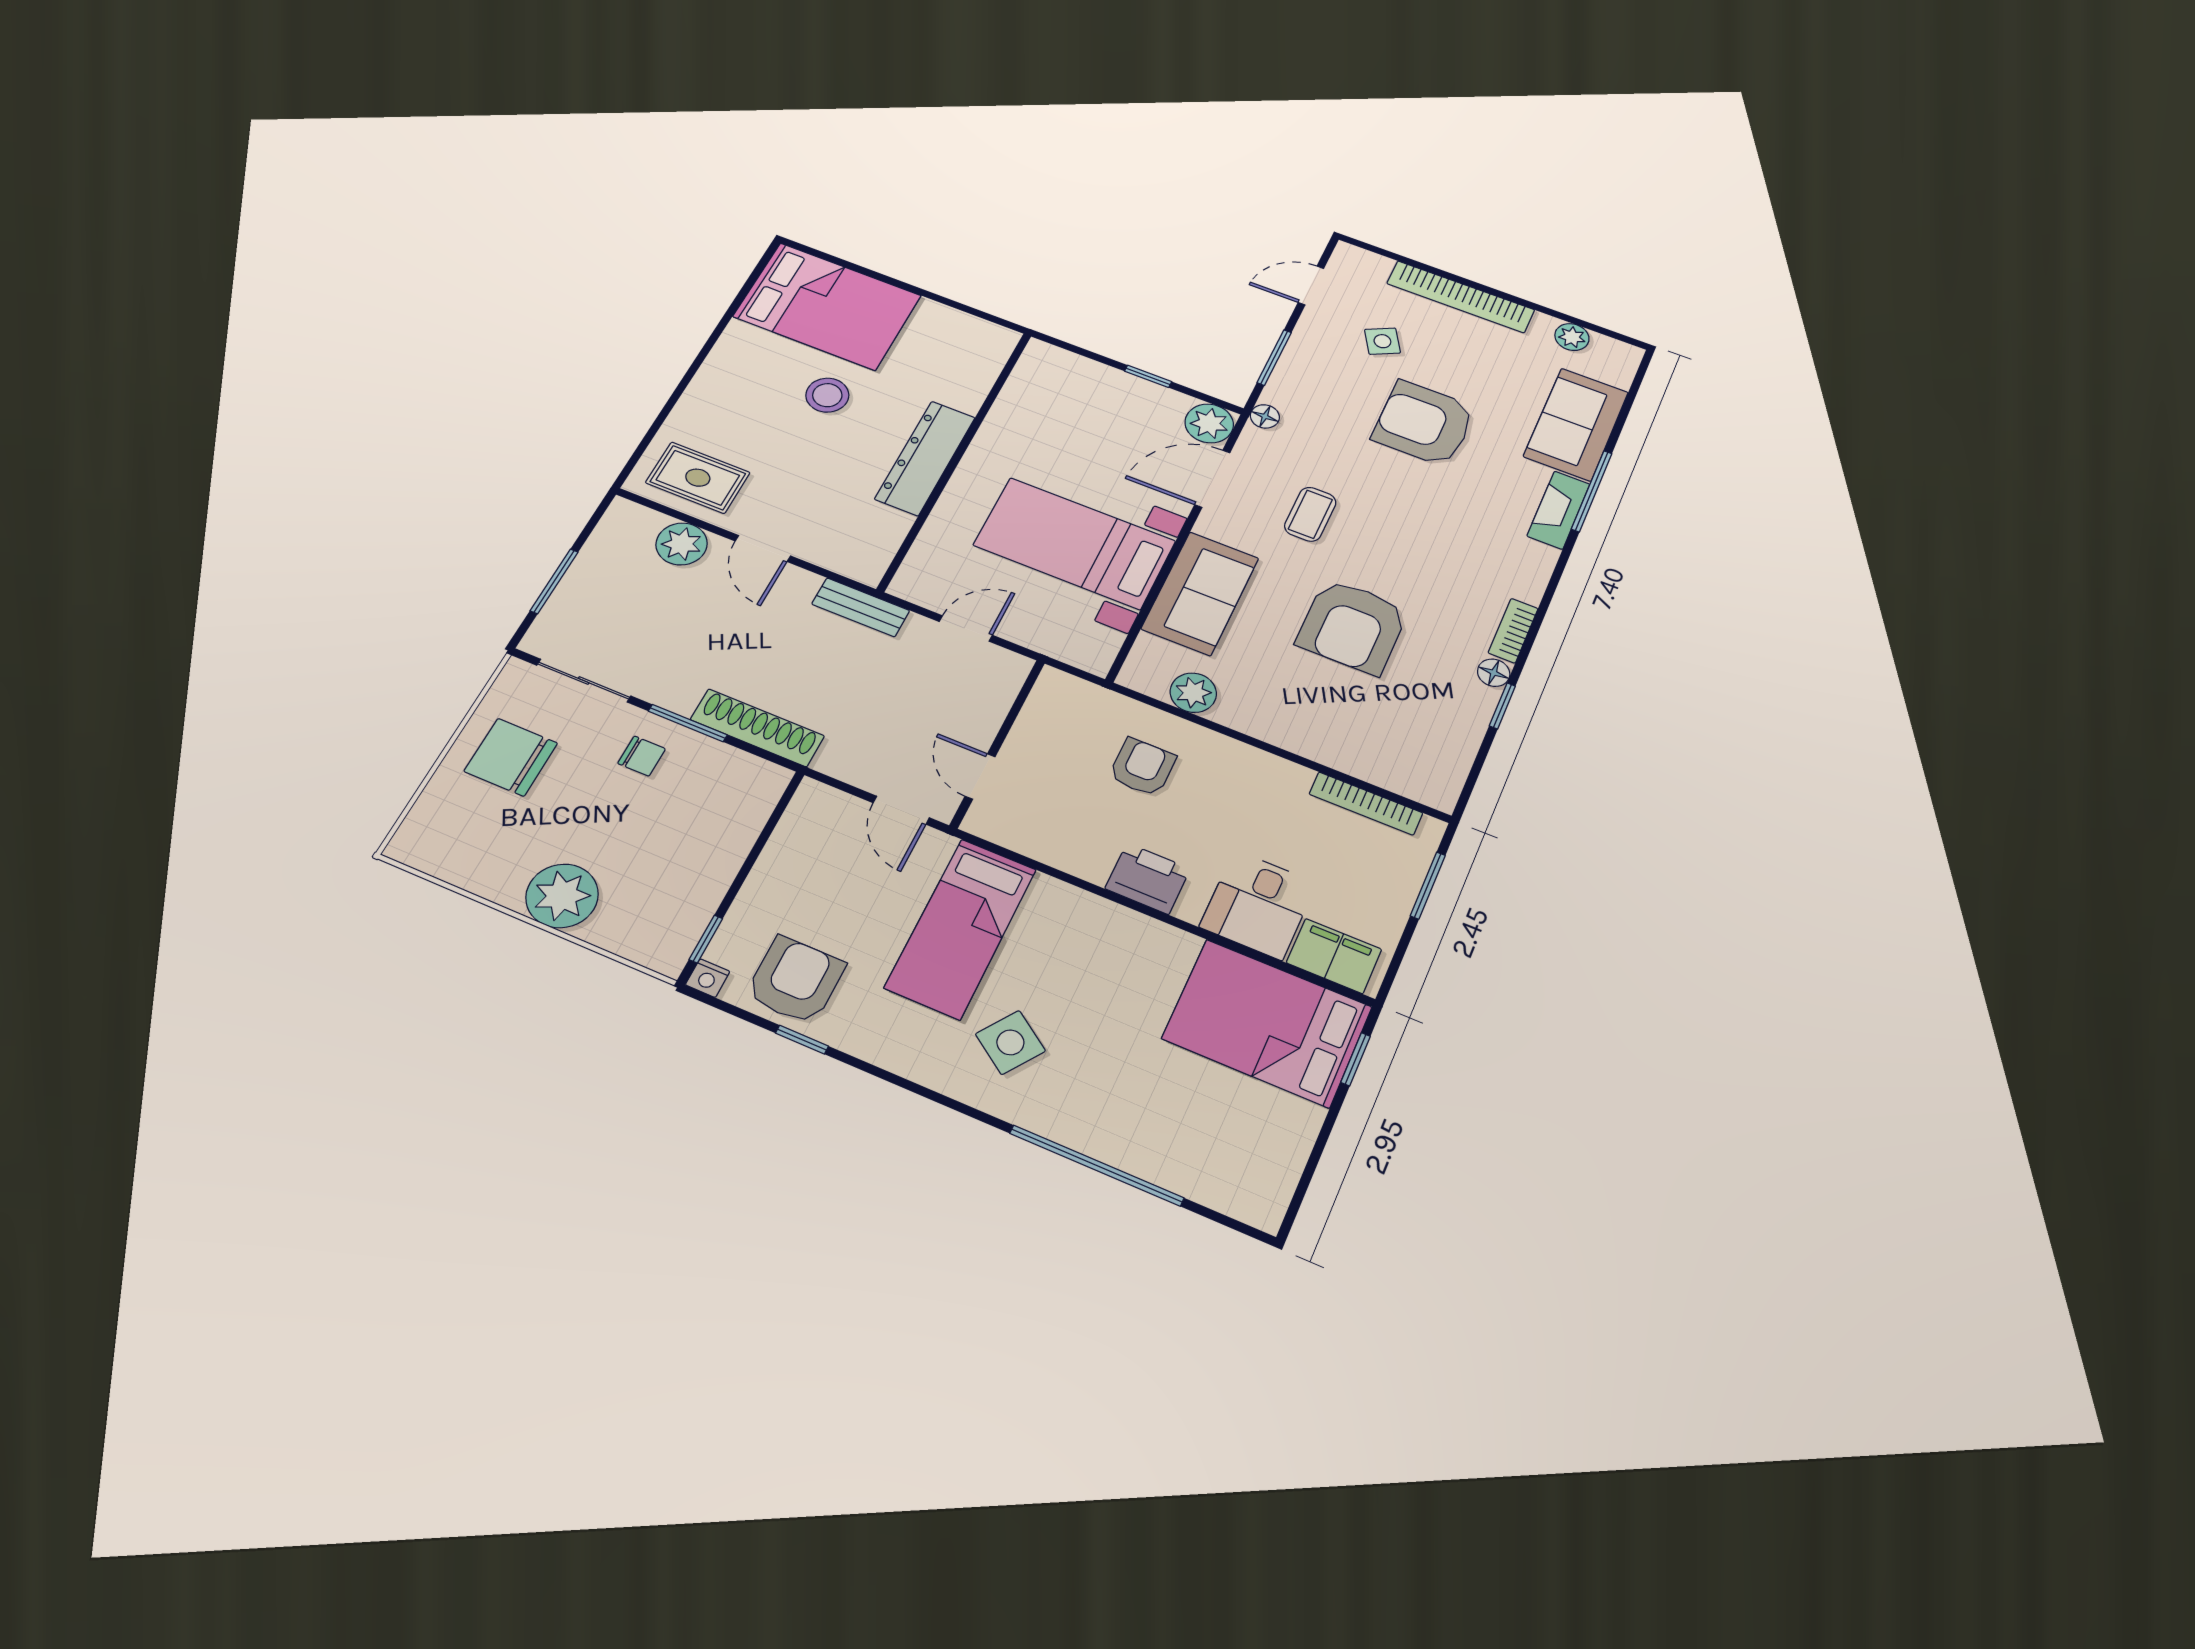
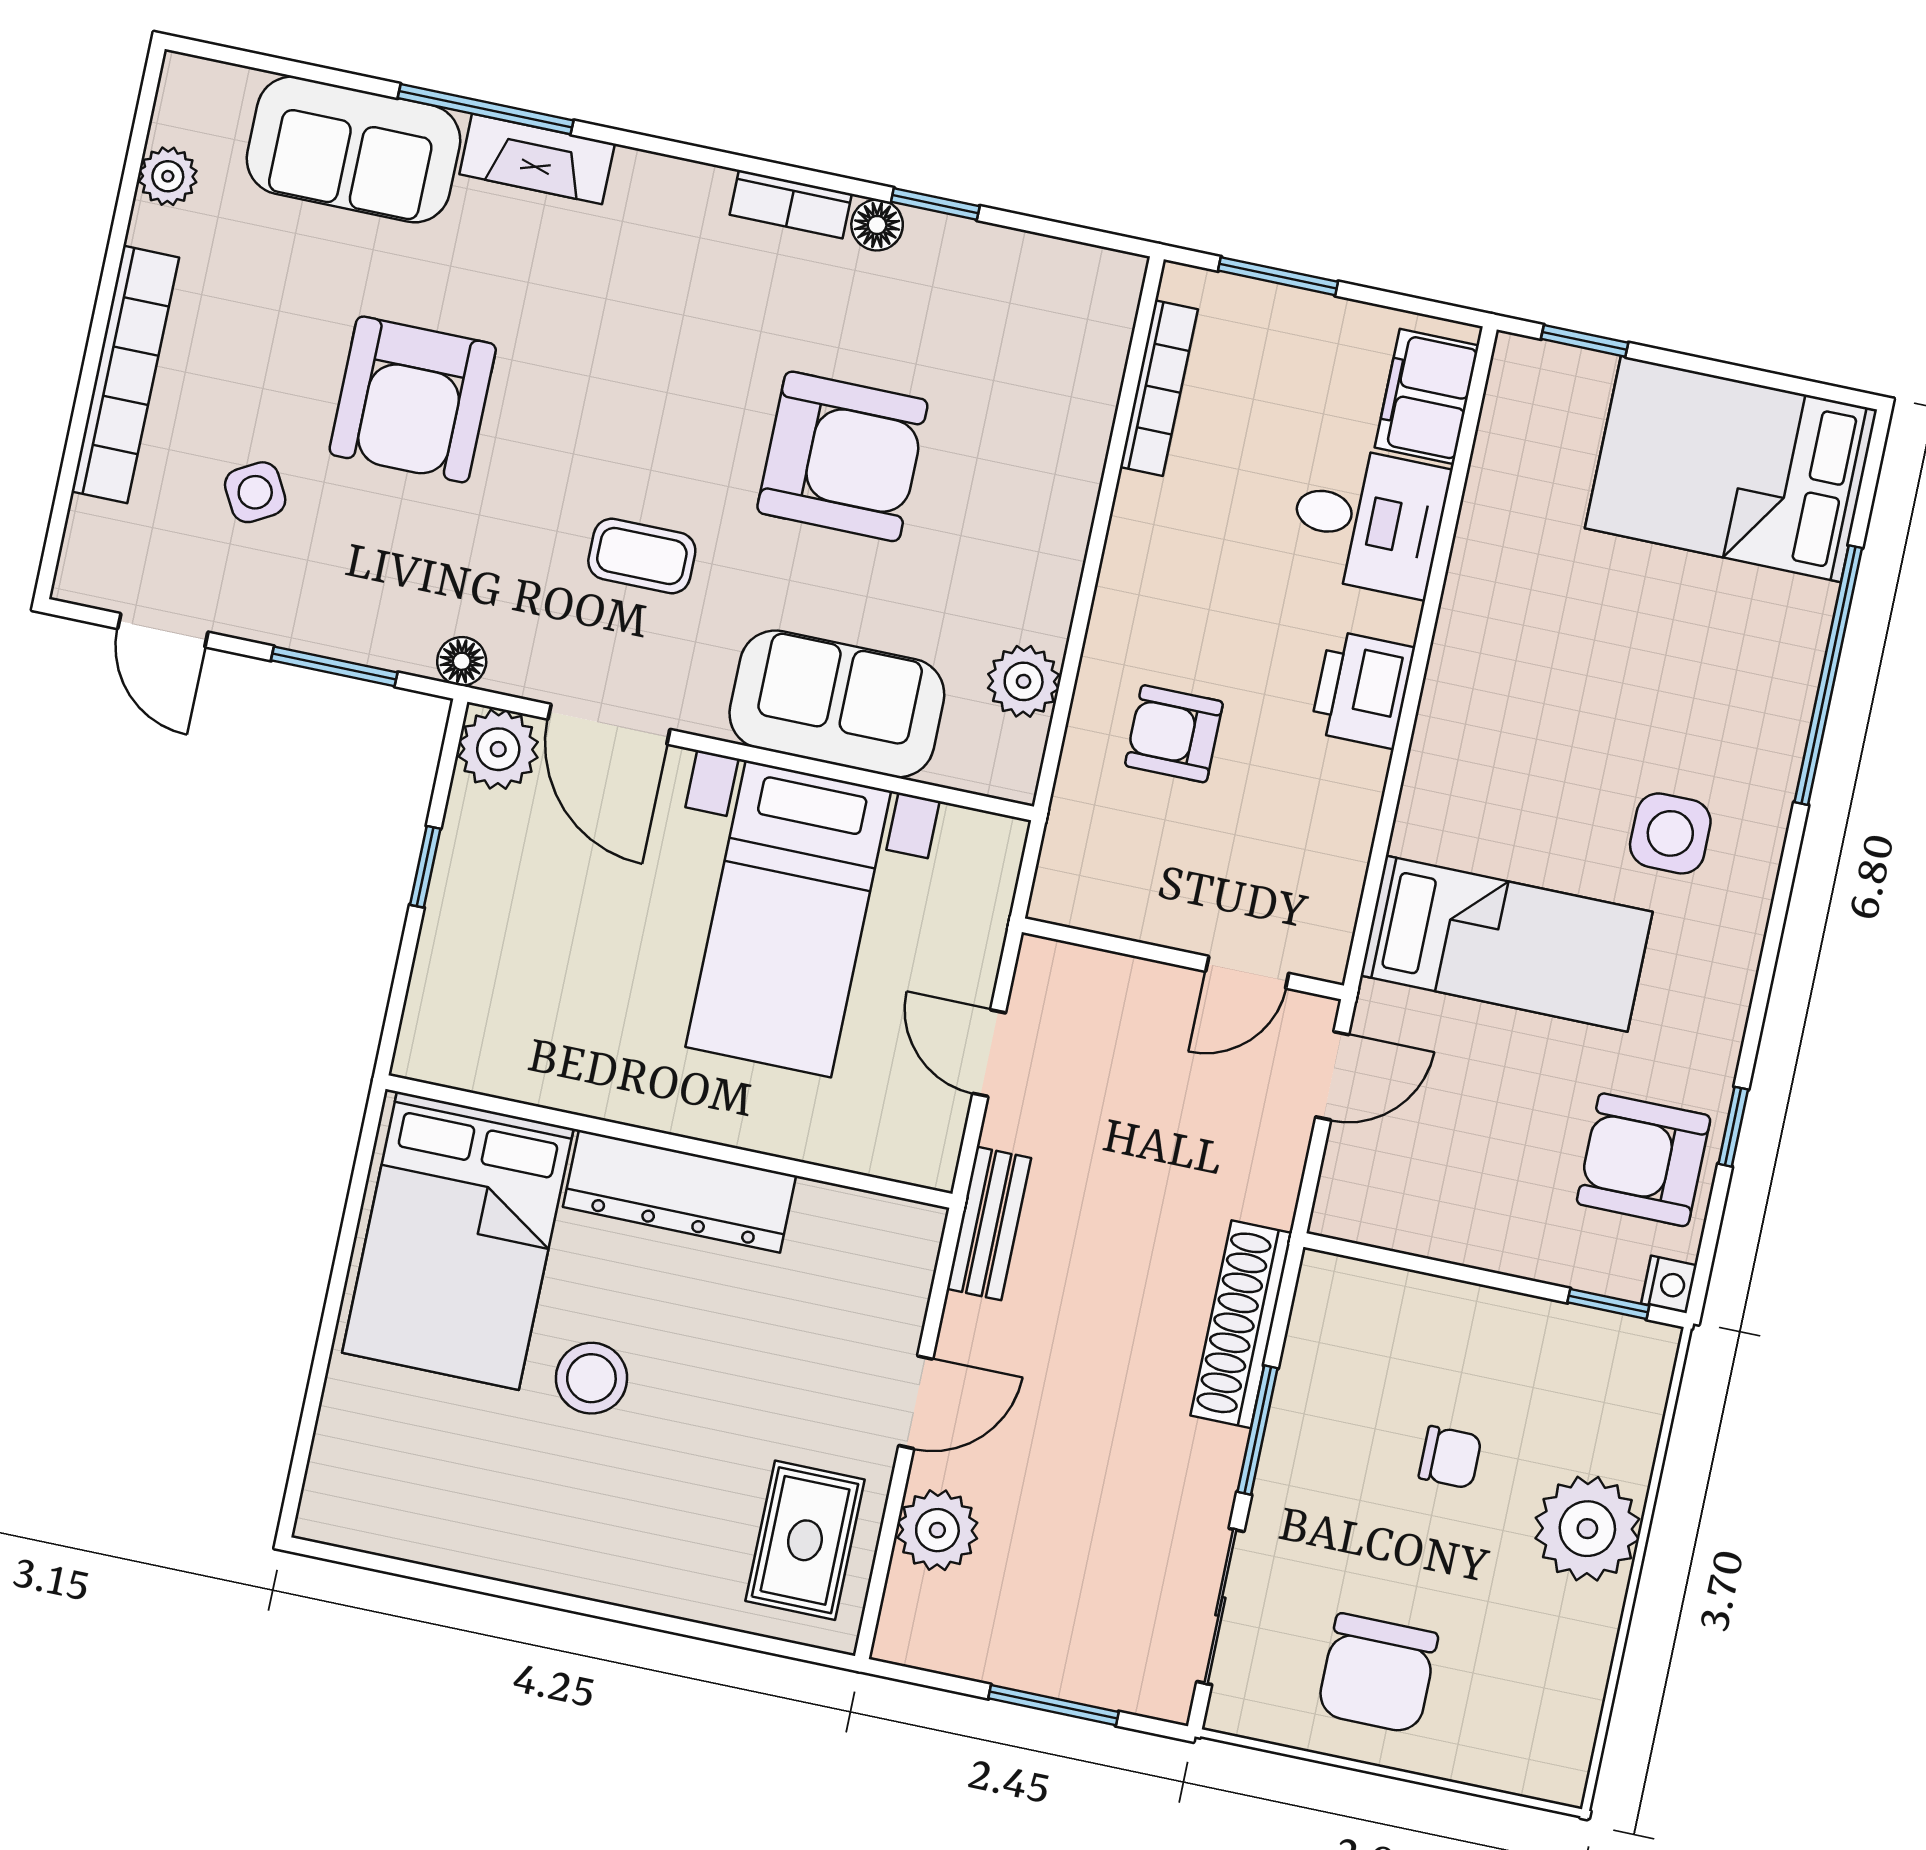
bed: (827, 306) -> (458, 1241), moved, turned 180
chair: (642, 756) -> (1450, 1457), moved, turned 90
bed: (1267, 1023) -> (1731, 469), moved, turned 90
side table: (1010, 1042) -> (1670, 833), turned -35

